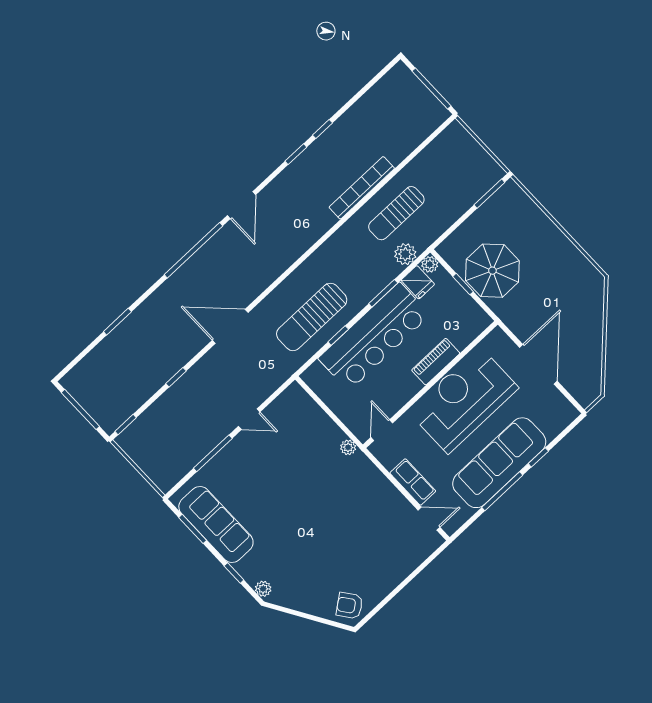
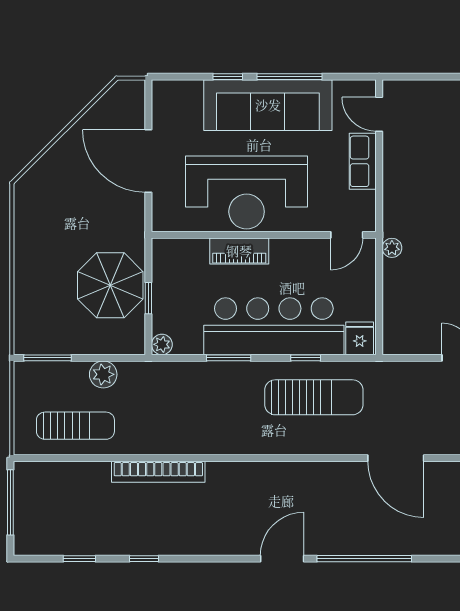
window: (296, 154) -> (79, 559), moved
sun lounger: (396, 213) -> (75, 426), moved
plant: (405, 254) -> (103, 374), moved
fridge: (418, 282) -> (360, 338), moved
door: (538, 364) -> (148, 161), hinge flipped

